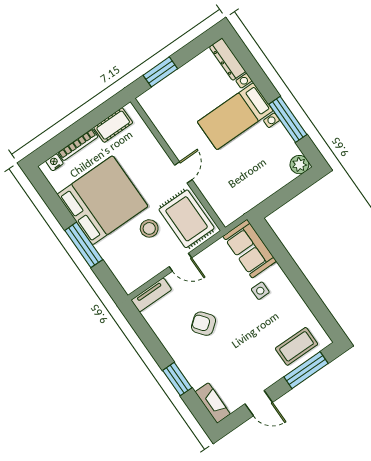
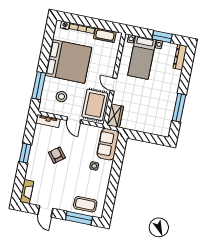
window: (160, 72) -> (162, 37), moved
bed with nightstands: (235, 116) -> (142, 58), moved, turned -90
plant: (299, 165) -> (164, 131), removed
door: (183, 172) -> (113, 85), swing flipped
wardrobe: (223, 206) -> (115, 116), added
stool: (149, 228) -> (61, 97), moved
window: (84, 245) -> (39, 86), moved
window: (177, 379) -> (25, 153), moved

